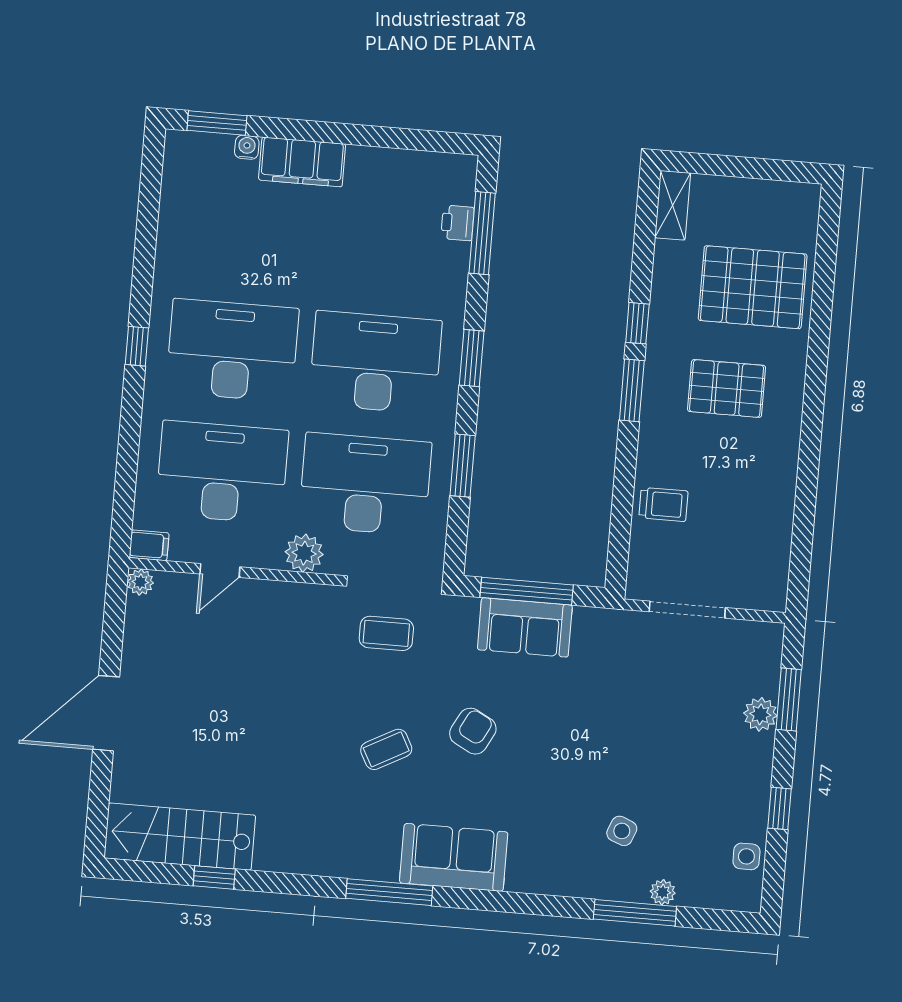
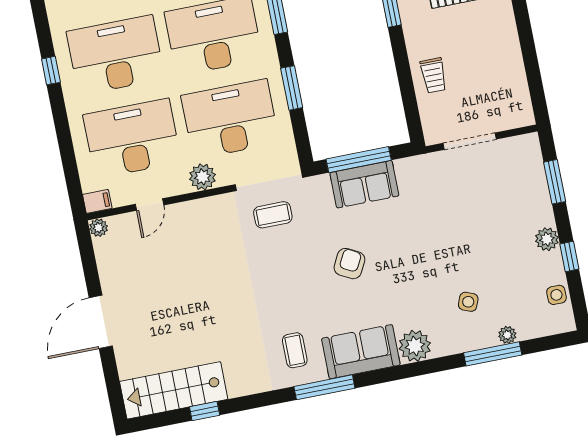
trolley: (663, 504) -> (434, 75), turned 90
plant: (760, 714) -> (547, 239), moved
coffee table: (386, 749) -> (295, 350), moved, turned -62
plant: (531, 871) -> (415, 346), added

